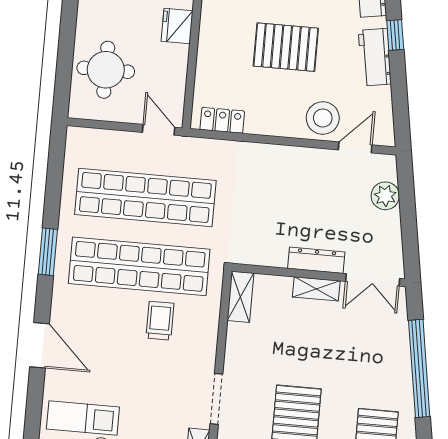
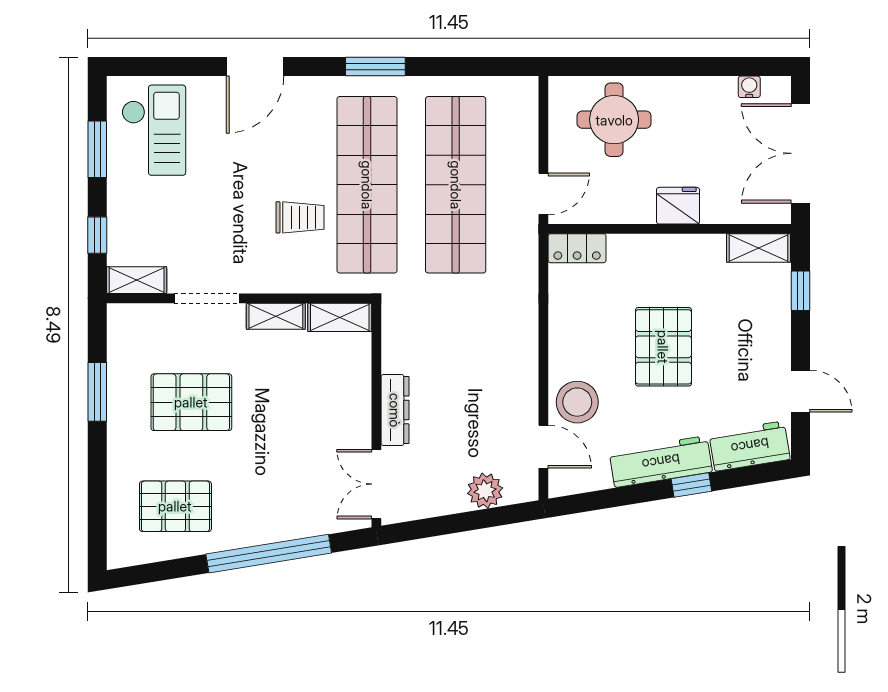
workbench: (375, 57) -> (661, 462), width x1.37
locker: (222, 120) -> (577, 248), moved, turned 90
shelving: (316, 289) -> (276, 316), moved, turned 90

